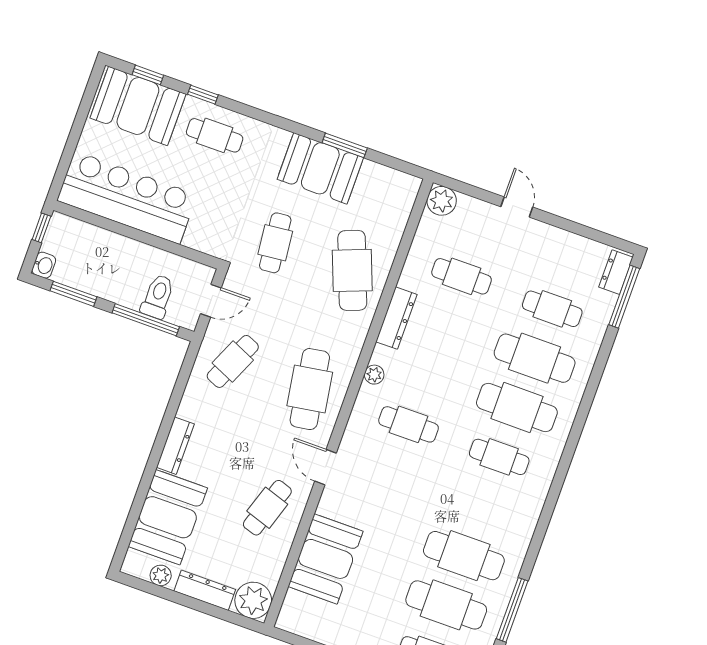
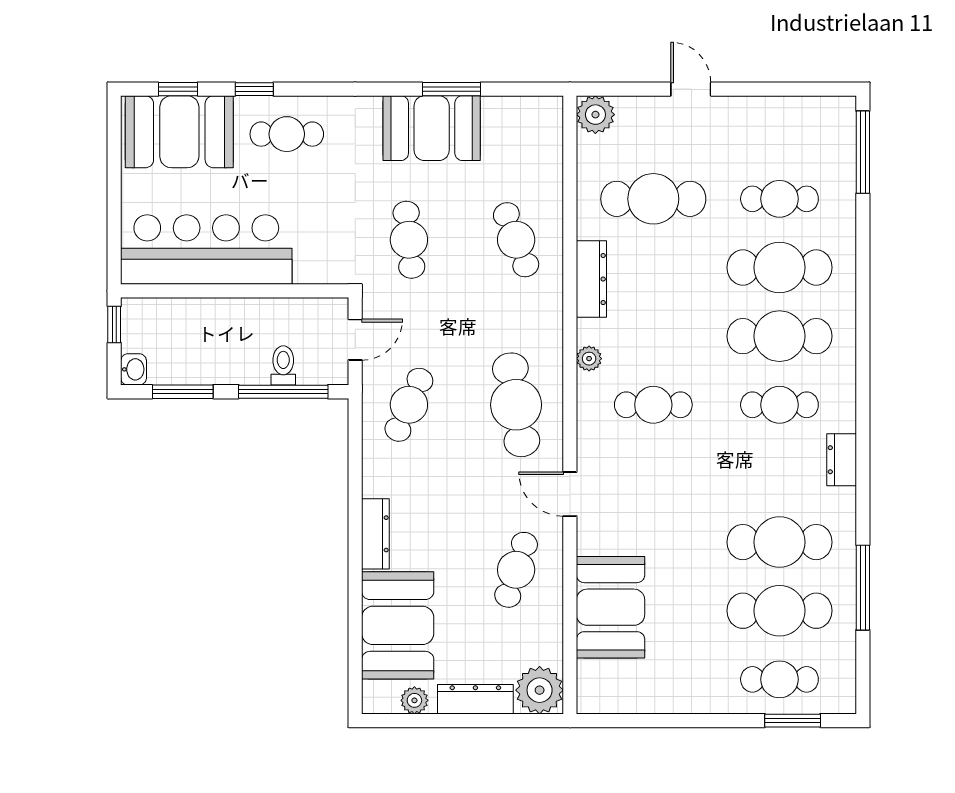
cafe table: (352, 270) -> (516, 240), width x0.73, depth x0.74
dresser: (616, 272) -> (842, 460), moved
cafe table: (462, 276) -> (653, 199), width x1.37, depth x1.35
toilet: (158, 296) -> (283, 365), width x0.73, depth x0.72

